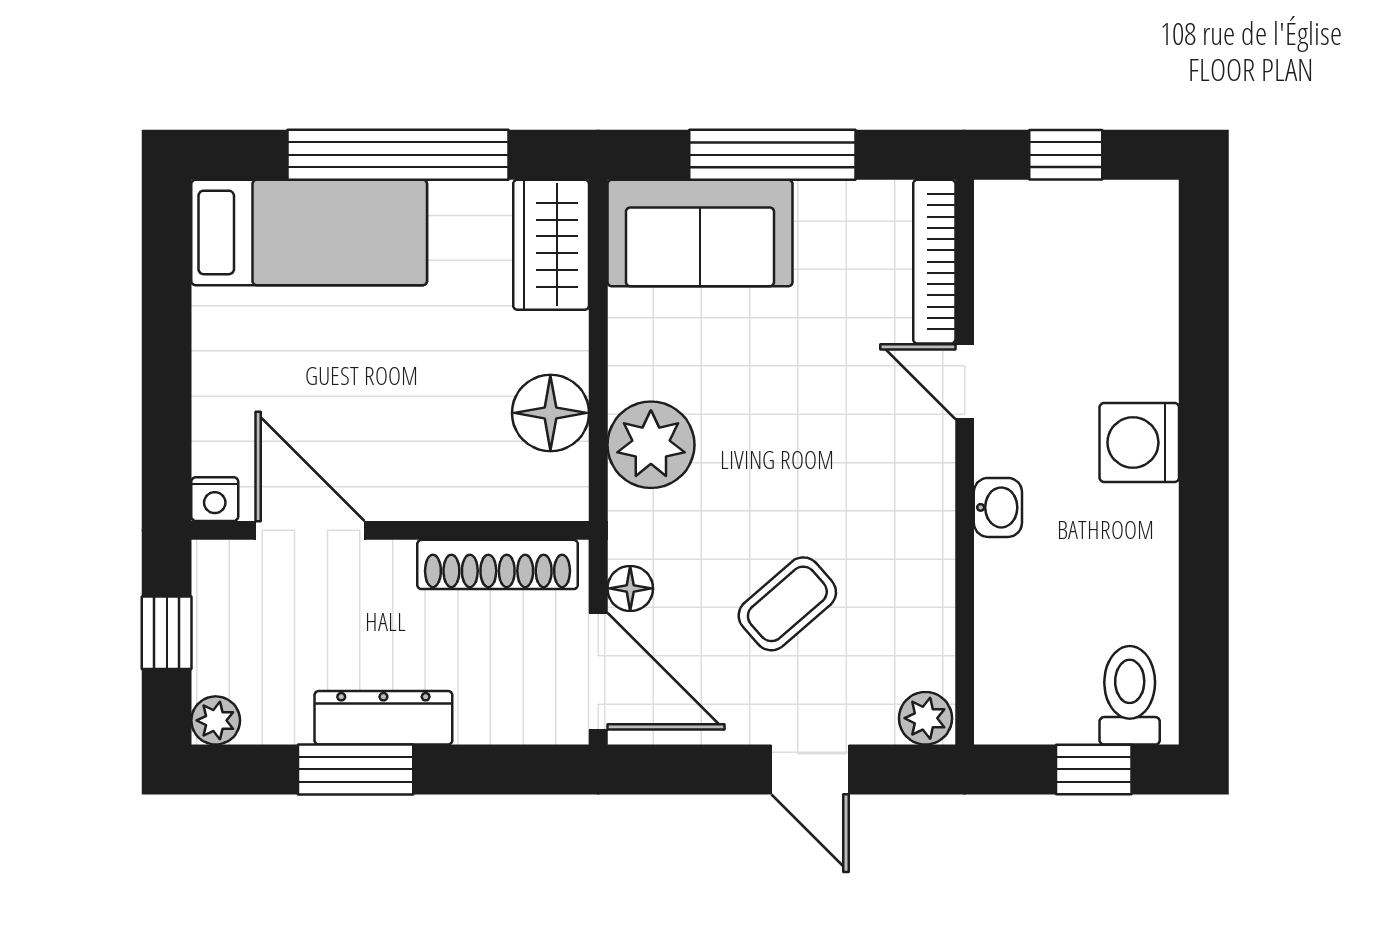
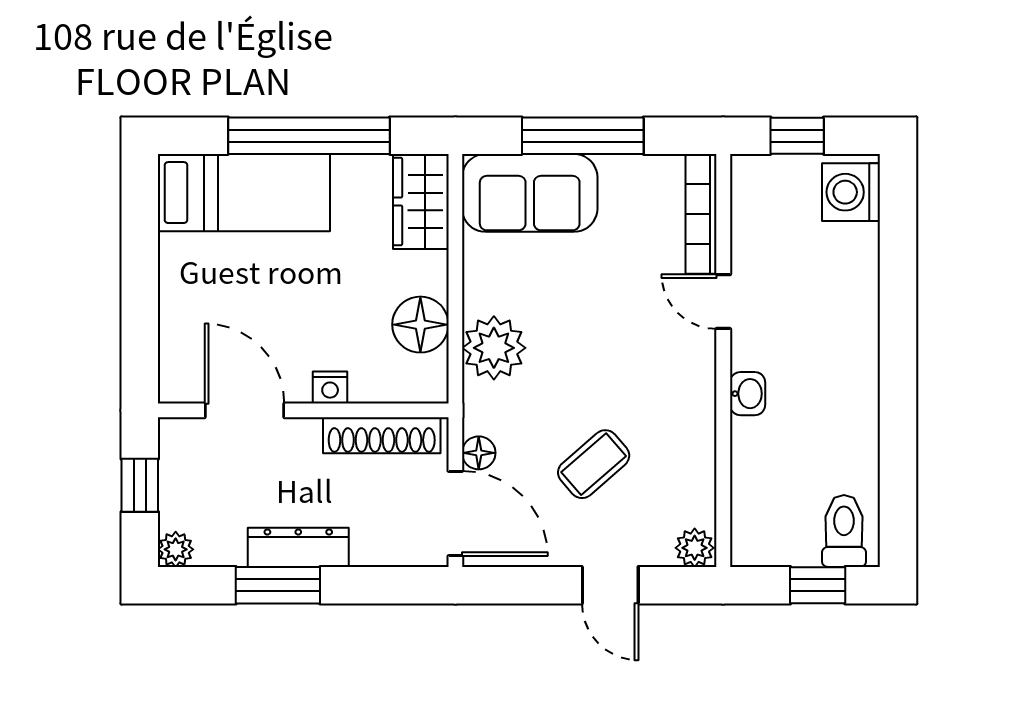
washing machine: (1139, 443) -> (851, 192), moved
nightstand: (215, 499) -> (330, 388), moved

